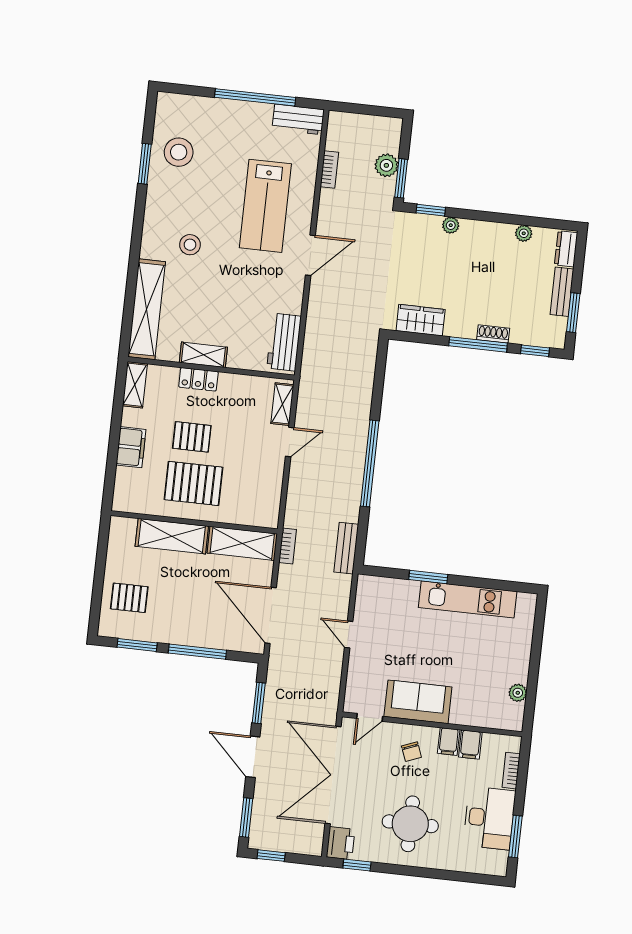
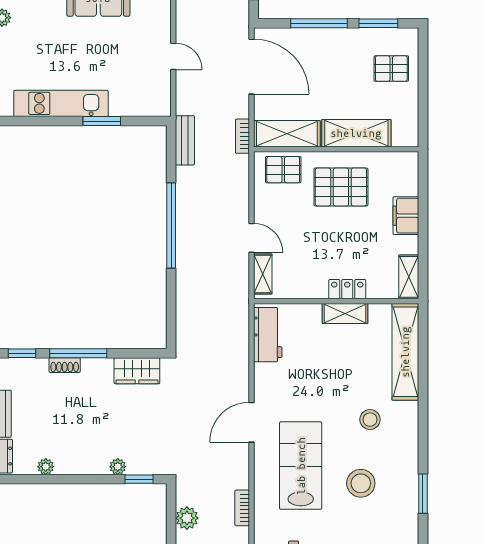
stool: (179, 152) -> (361, 483), moved
window: (401, 178) -> (171, 507), removed
pallet: (192, 437) -> (283, 170), moved
door: (290, 442) -> (251, 238), swing flipped

